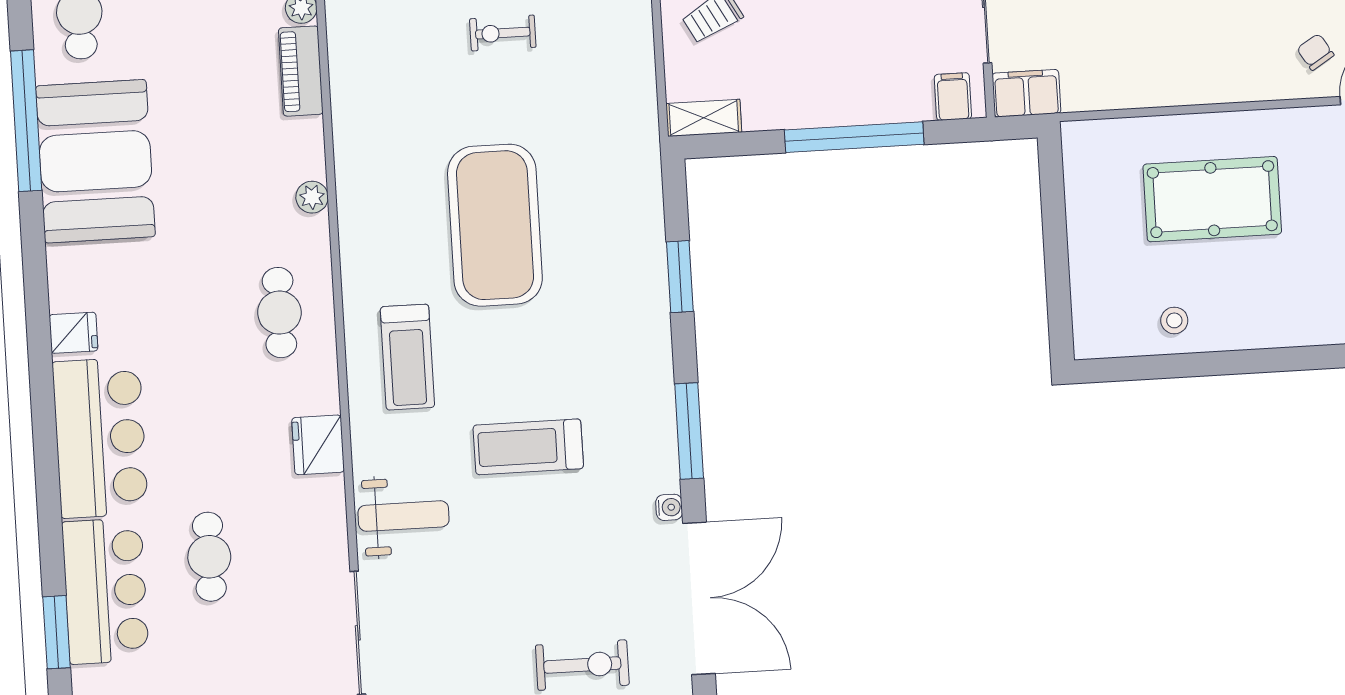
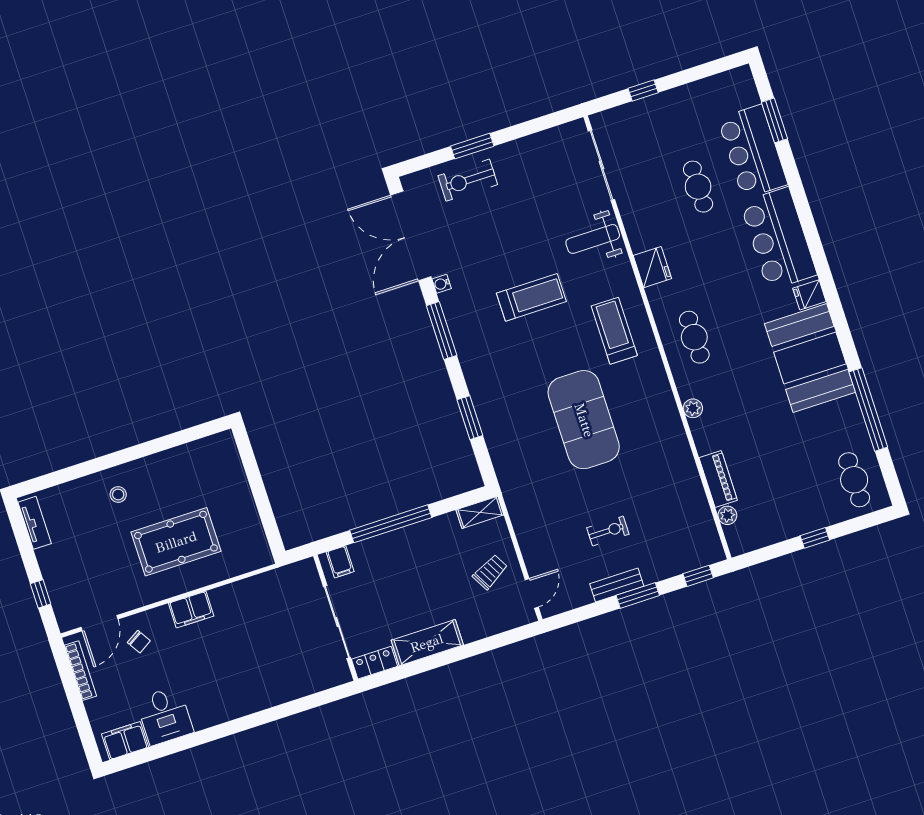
filing cabinet: (1026, 93) -> (191, 610), moved
booth: (95, 161) -> (810, 358), moved
stool: (1174, 320) -> (118, 494), moved

